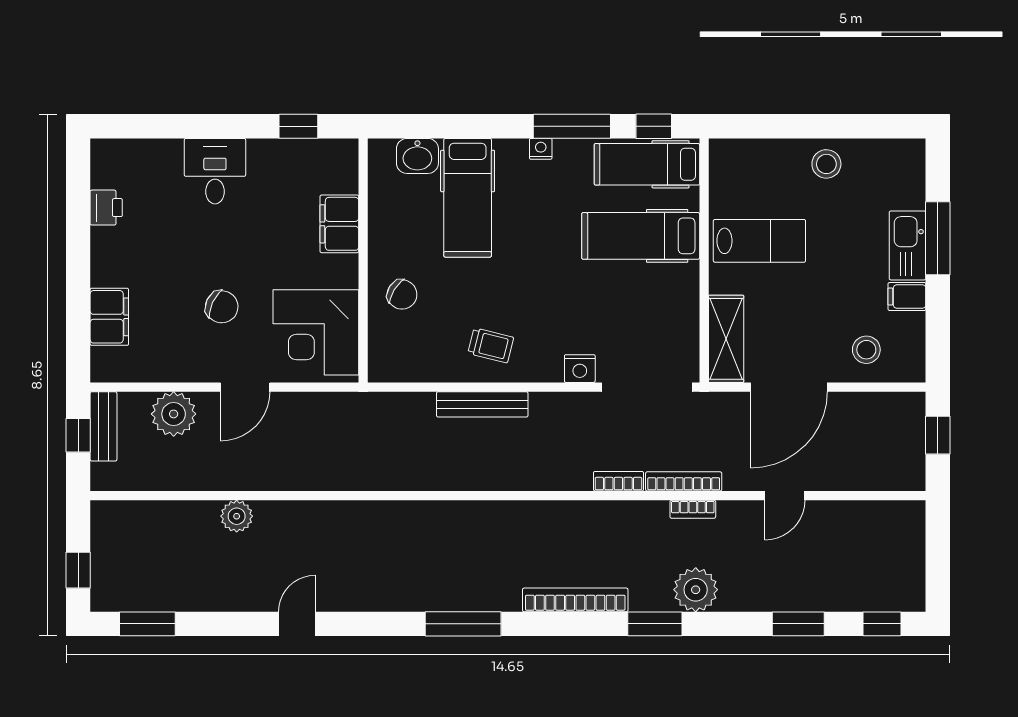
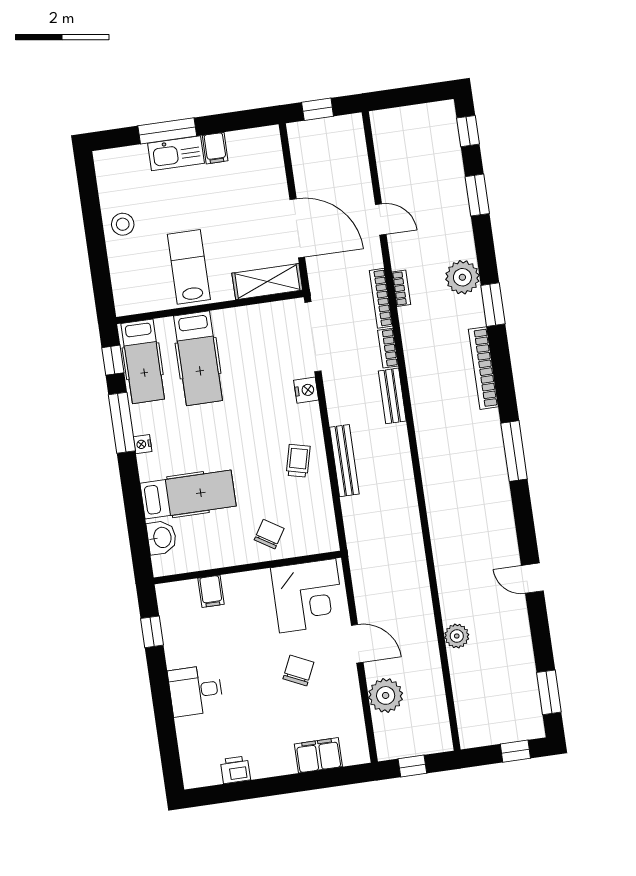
filing cabinet: (339, 224) -> (211, 591), width x0.50
stool: (866, 350) -> (260, 173), removed
bench: (103, 426) -> (392, 396), moved, turned 90

